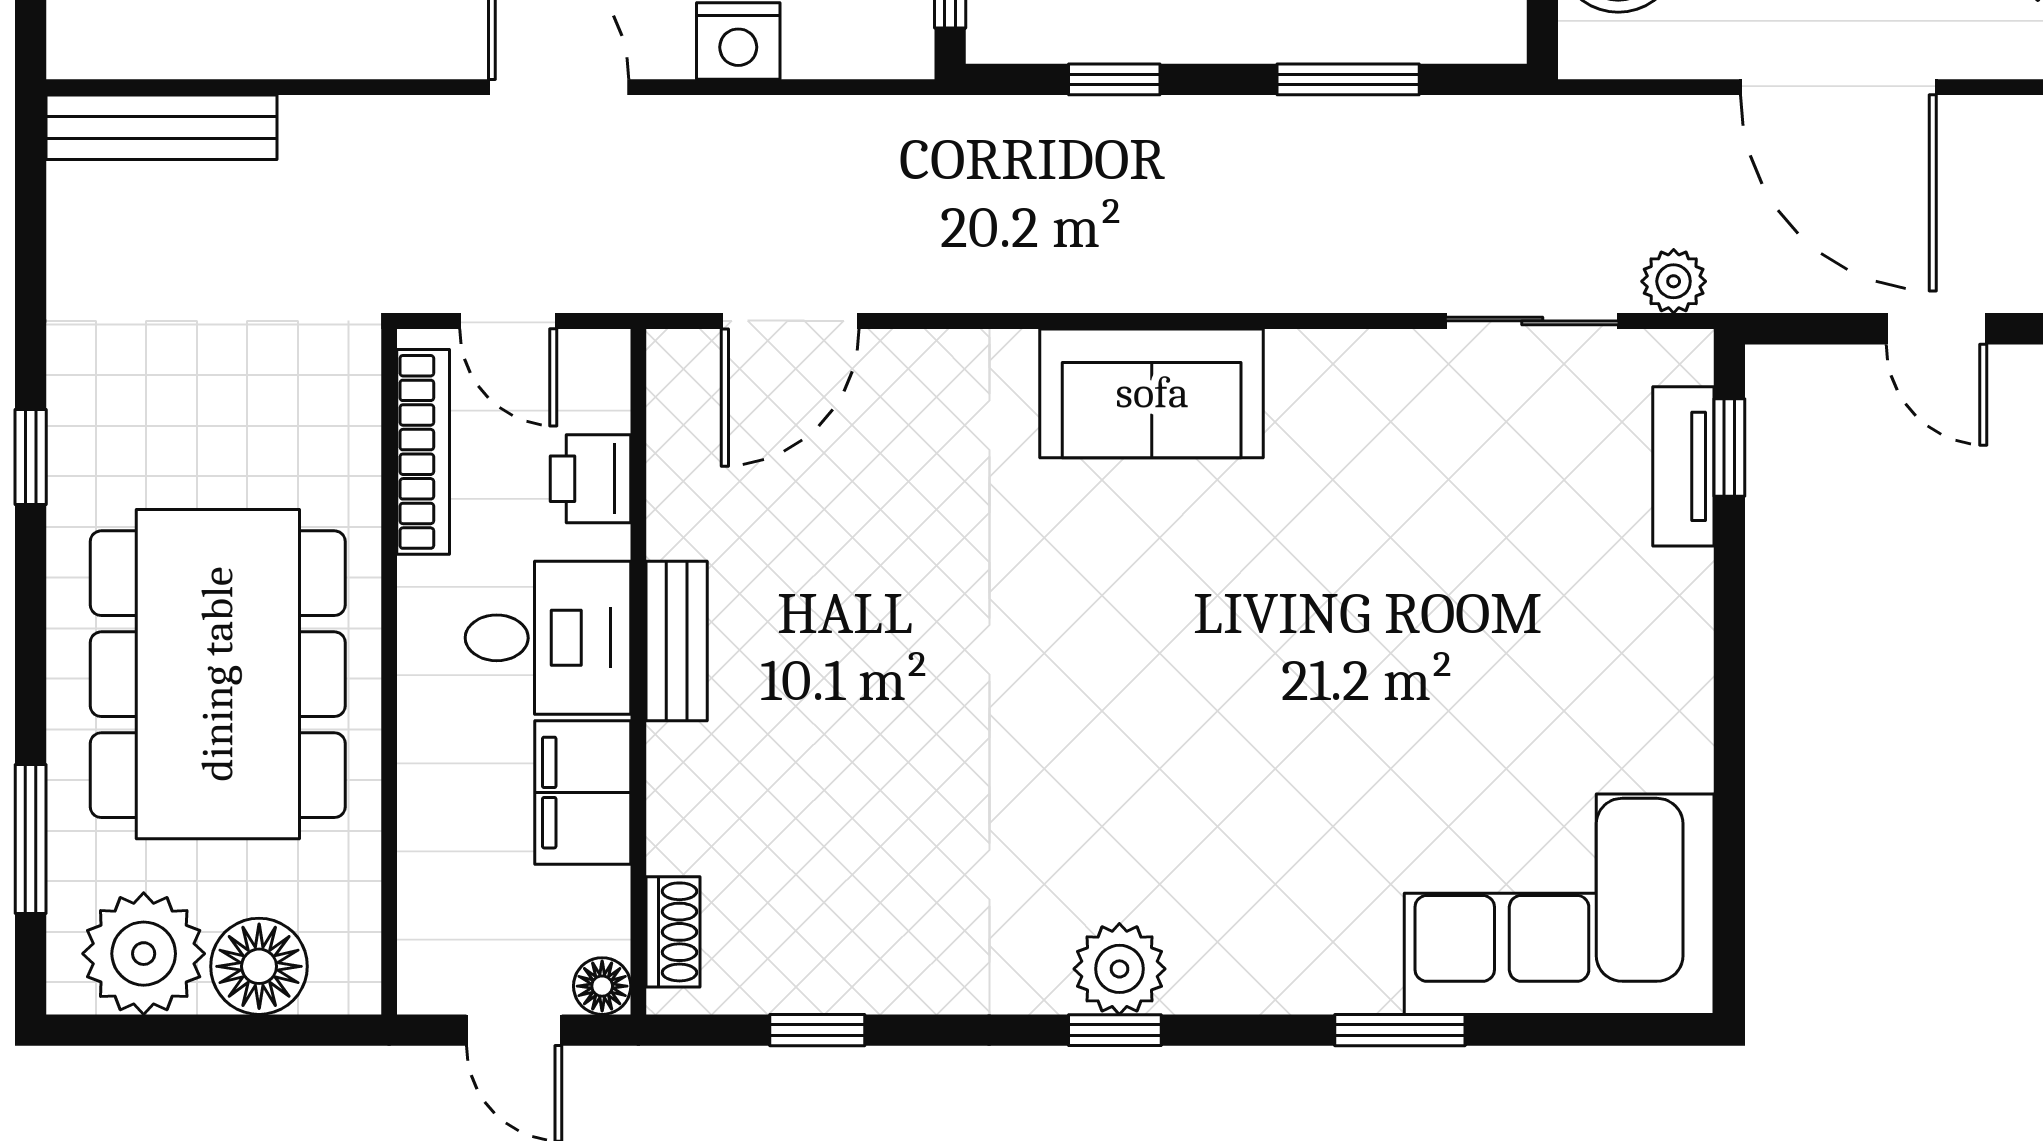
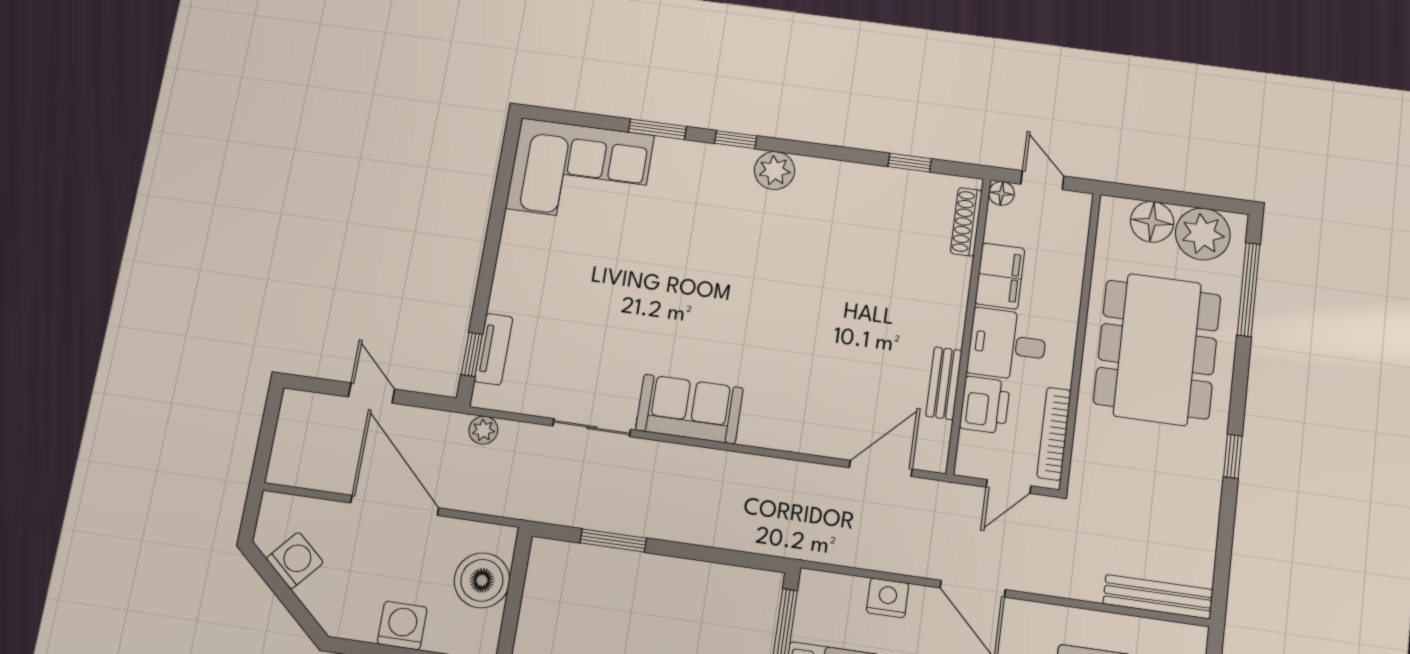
window: (1114, 79) -> (719, 556), removed
door: (508, 321) -> (1008, 486), swing flipped
sliding door: (1532, 321) -> (592, 428), moved
sofa: (1152, 393) -> (689, 409), moved
printer: (591, 479) -> (985, 405), width x1.36, depth x1.24
bench: (677, 641) -> (944, 383), moved
window: (31, 839) -> (1249, 290), width x1.44
shoe rack: (673, 932) -> (966, 222), width x1.43
window: (1115, 1030) -> (736, 140), moved

